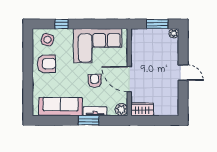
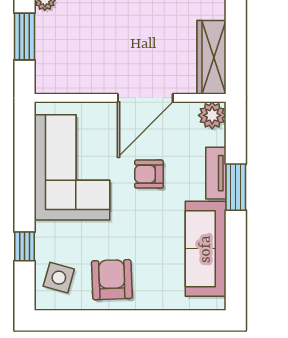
wardrobe: (142, 109) -> (212, 57), width x1.50

